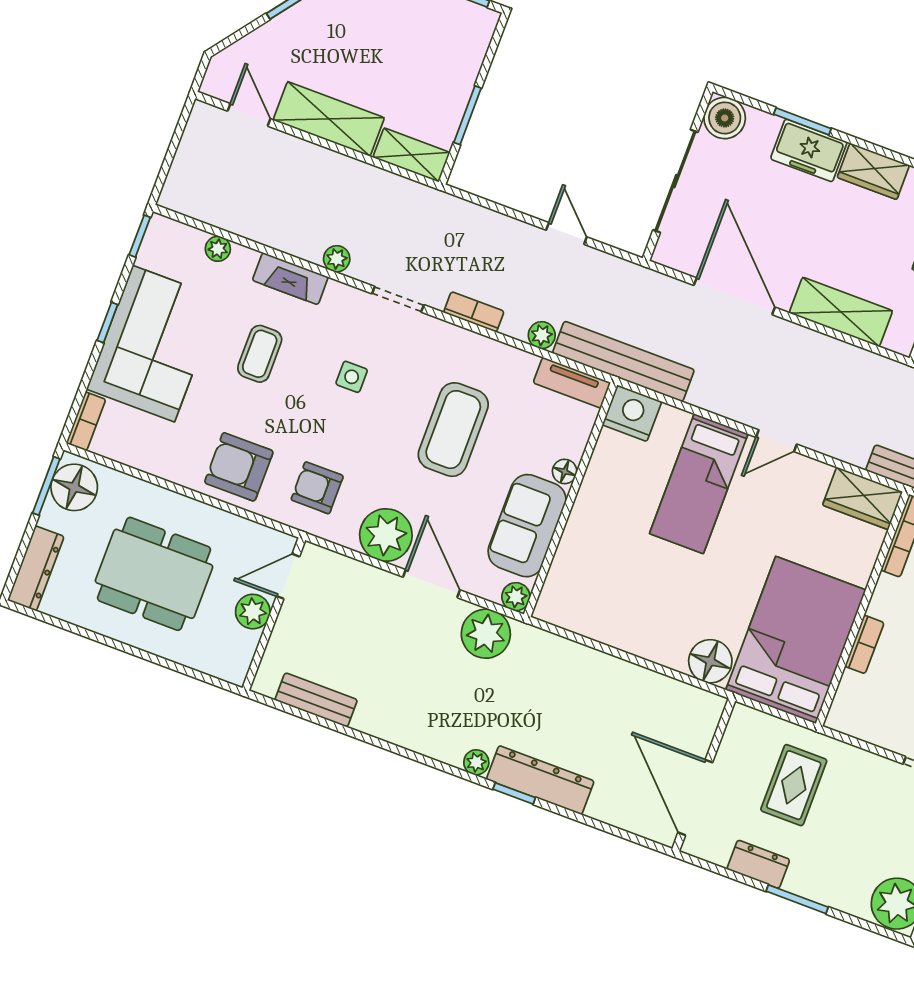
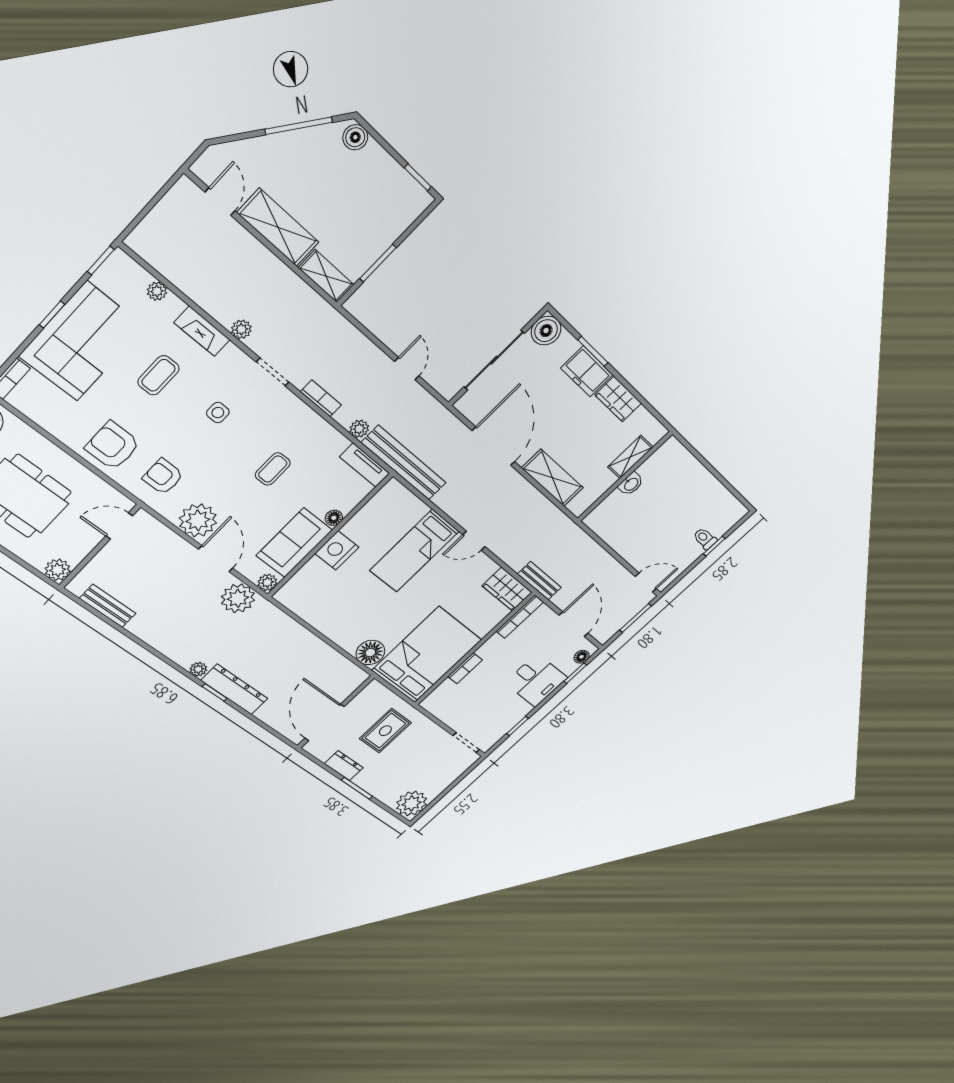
nightstand: (632, 413) -> (337, 550), moved, turned -90
coffee table: (453, 430) -> (273, 469), width x0.54, depth x0.58
plant: (253, 612) -> (58, 570), moved

